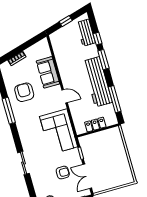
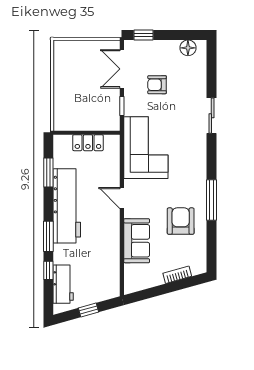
armchair: (24, 92) -> (181, 221), turned 180
window: (115, 99) -> (48, 172), width x0.69
double door: (87, 176) -> (122, 69), swing flipped

